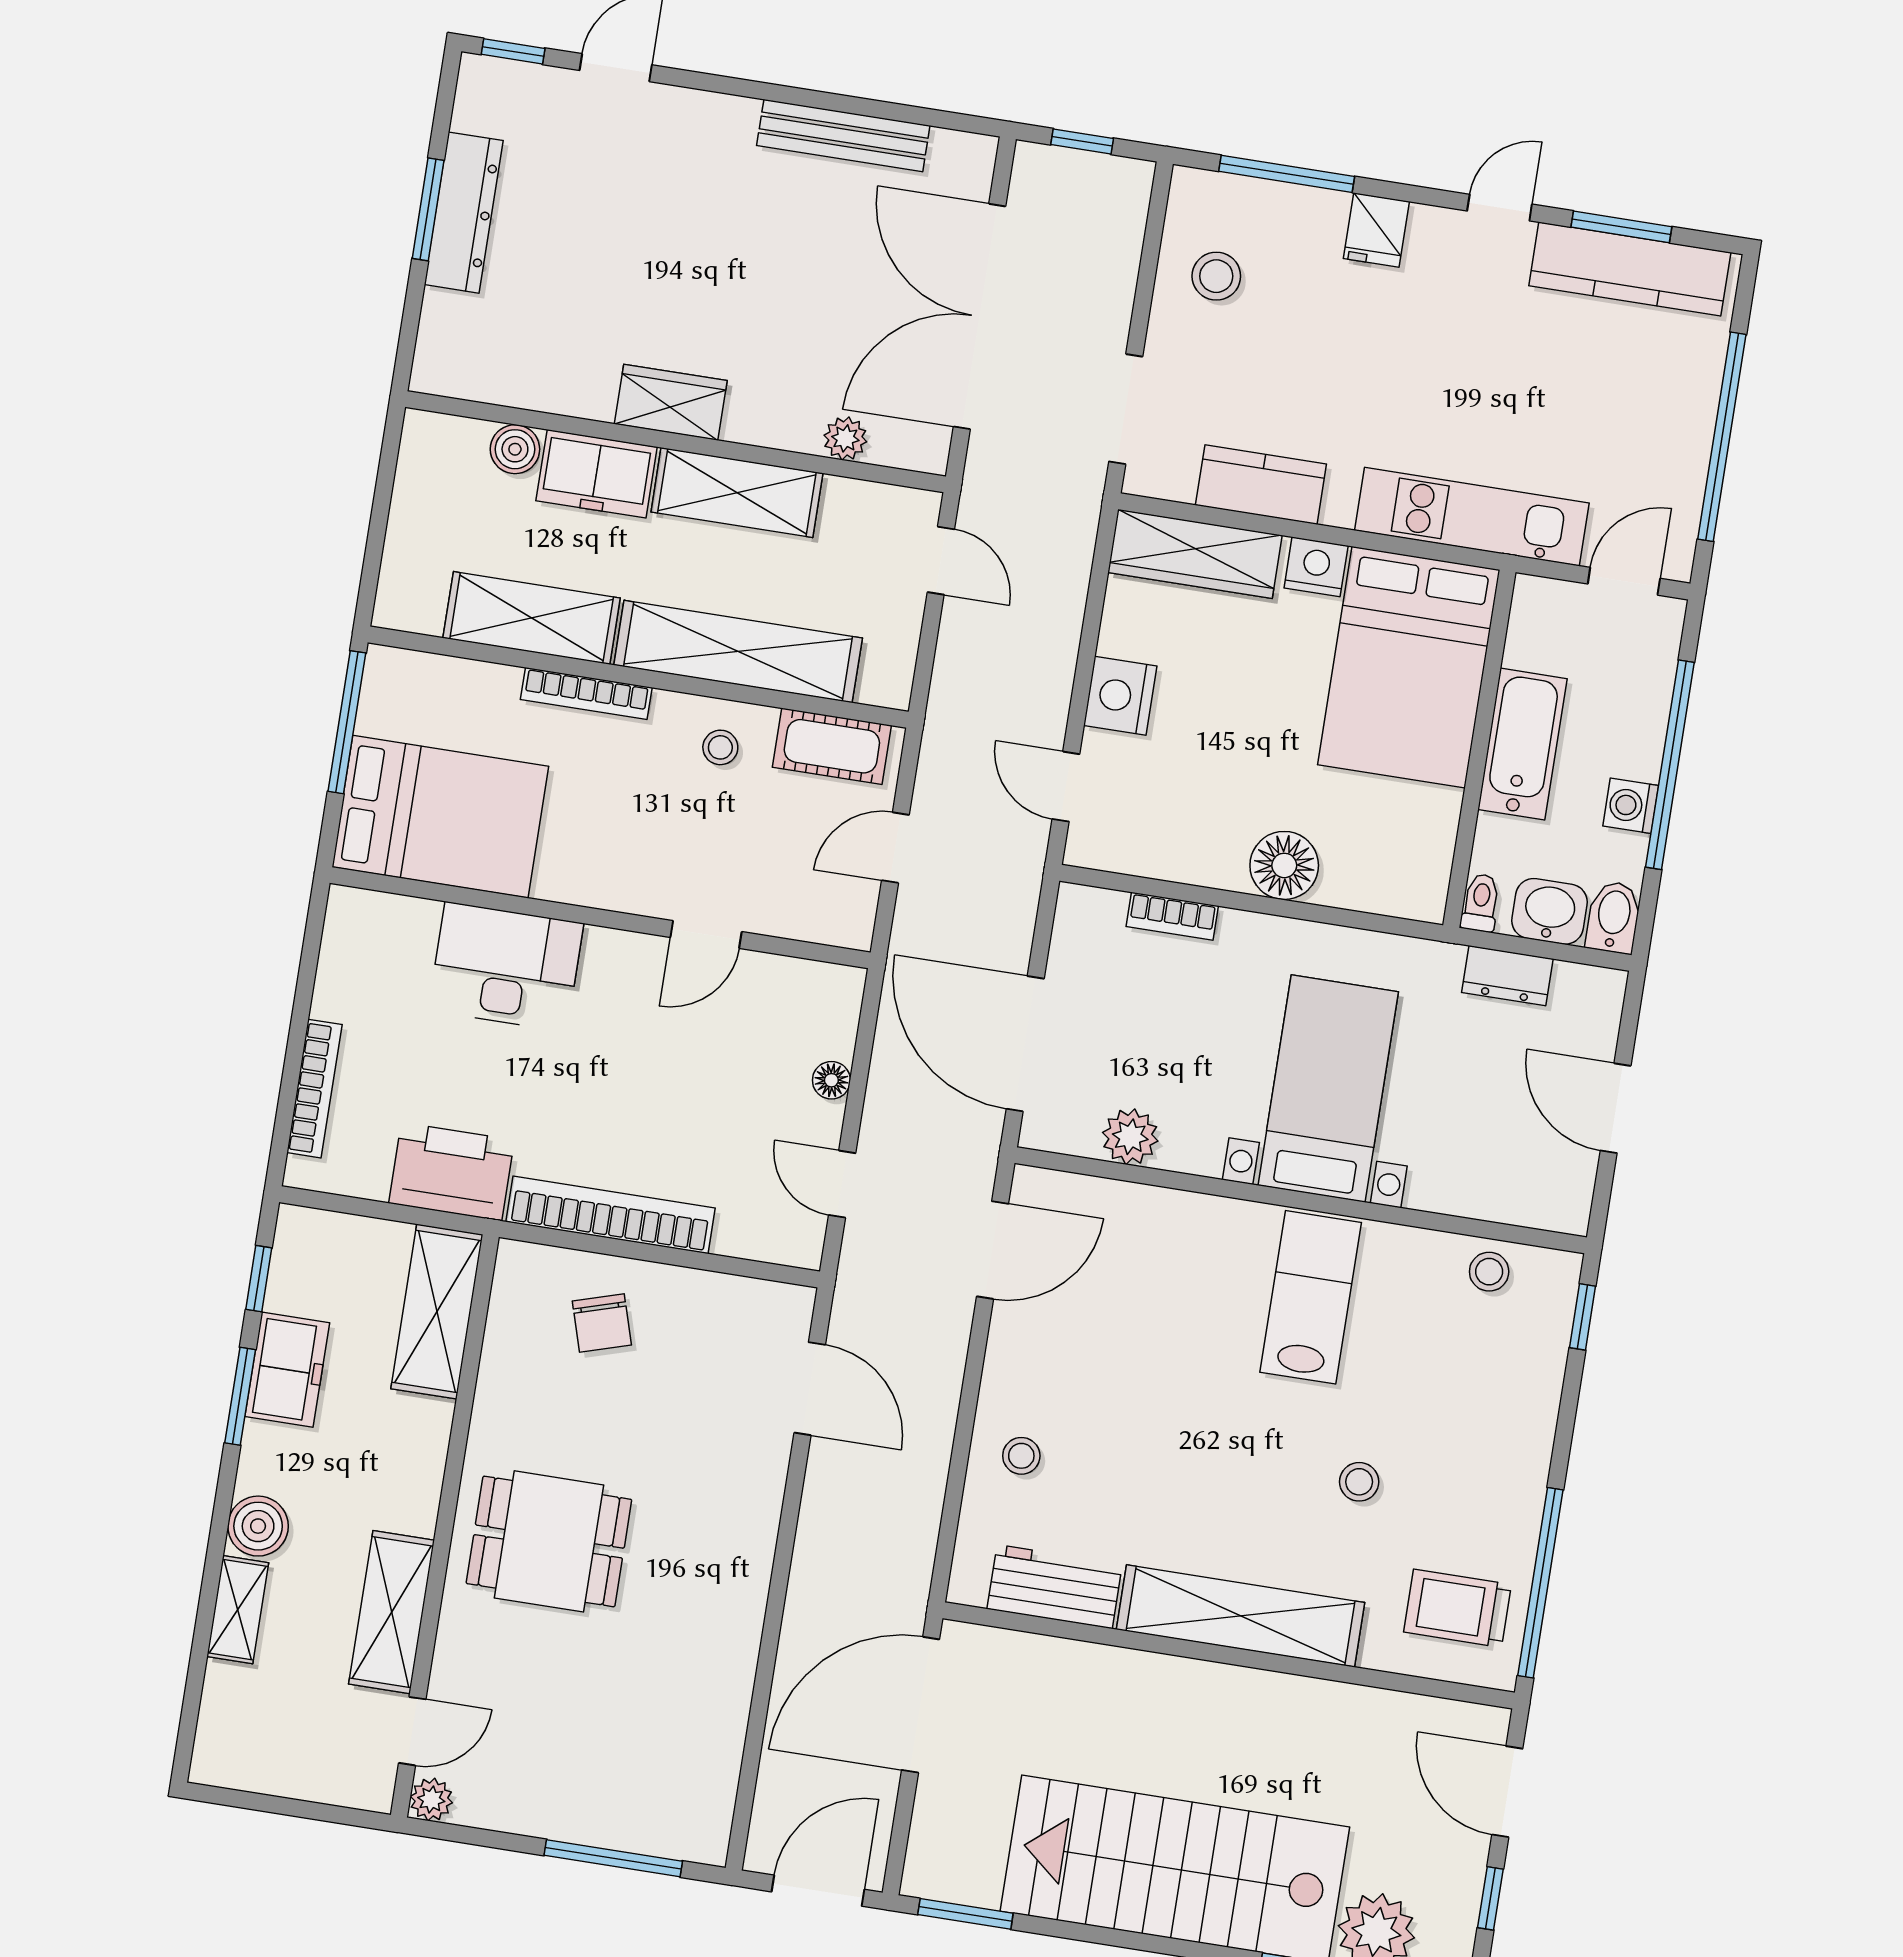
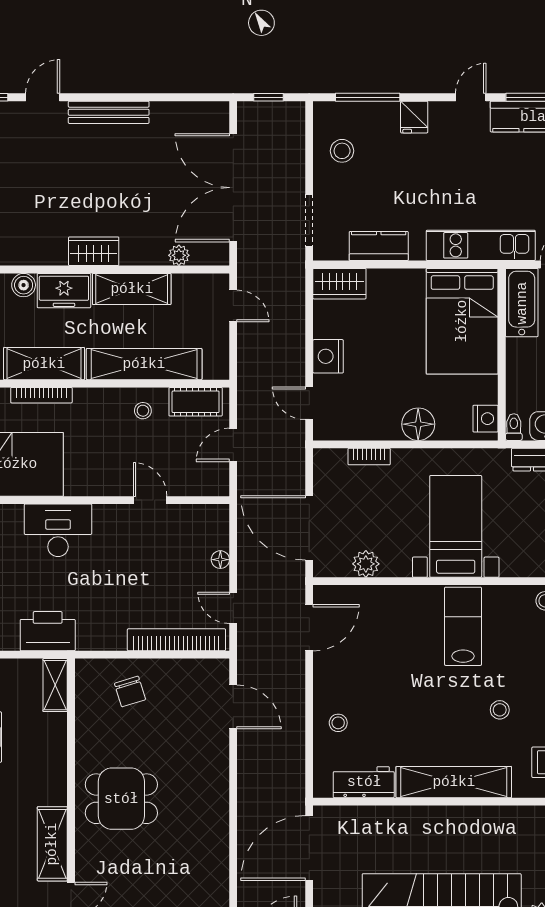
bench: (843, 136) -> (109, 112), moved
wardrobe: (1195, 554) -> (339, 284), width x0.67
nightstand: (1316, 567) -> (485, 419), moved, turned 90
bookcase: (586, 694) -> (41, 395), moved
bathtub: (1522, 744) -> (522, 303), moved
door: (706, 935) -> (150, 500), swing flipped
bookcase: (611, 1215) -> (176, 640), moved
shelving: (437, 1312) -> (55, 685), width x0.67, depth x0.75

